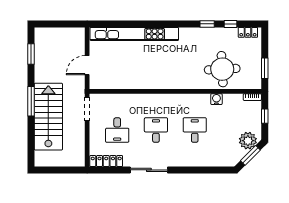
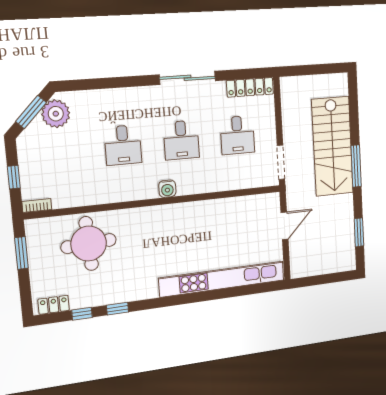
water cooler: (216, 99) -> (167, 189), moved
desk: (117, 130) -> (237, 135), turned 180
plant: (248, 141) -> (56, 114), moved

